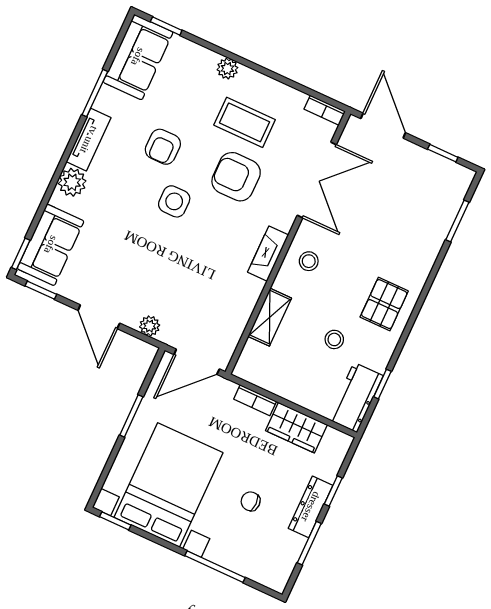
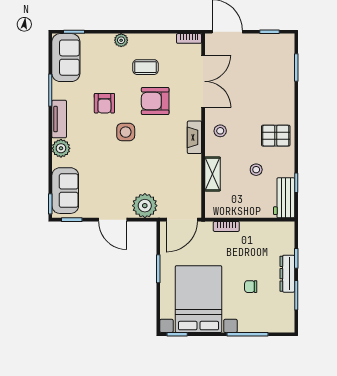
coffee table: (245, 122) -> (146, 67), width x0.73, depth x0.77
pallet: (384, 304) -> (276, 136), turned 90
plant: (150, 326) -> (145, 206), width x1.88, depth x1.88
wardrobe: (296, 428) -> (258, 231), removed

